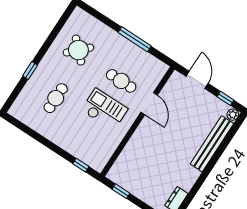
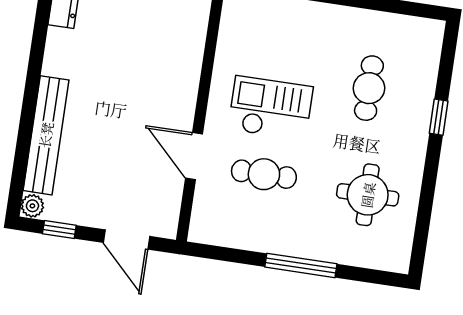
window: (135, 39) -> (301, 265), moved
round table: (78, 50) -> (368, 195), turned 45
checkout: (104, 109) -> (271, 108), turned 180

